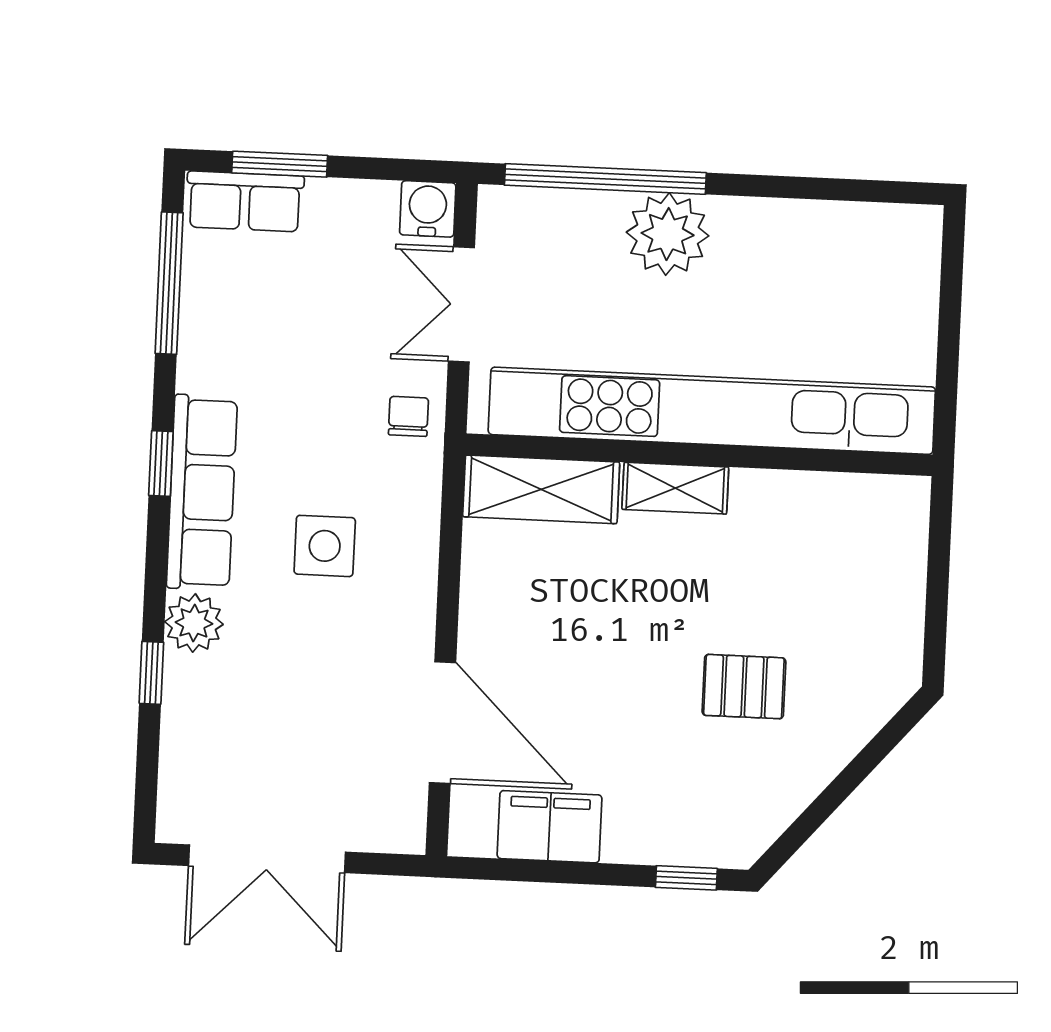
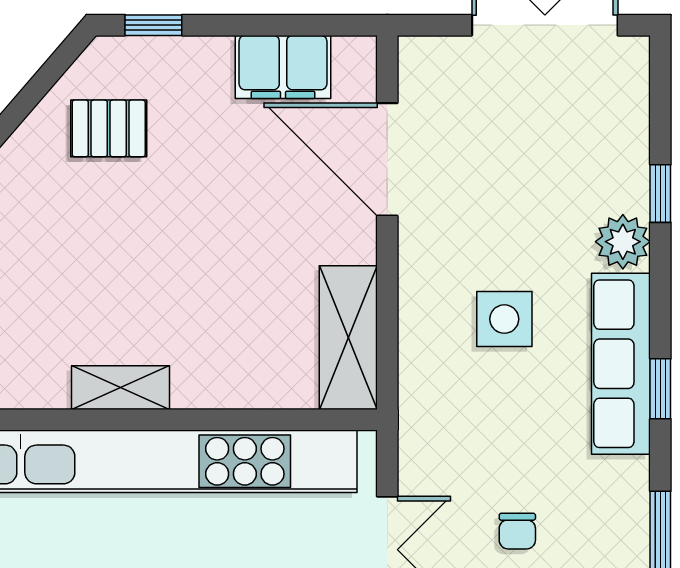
chair: (408, 416) -> (517, 531), moved
shelving: (675, 488) -> (121, 388), moved
shelving: (541, 489) -> (348, 338), moved, turned 90
pallet: (744, 687) -> (109, 128), moved

